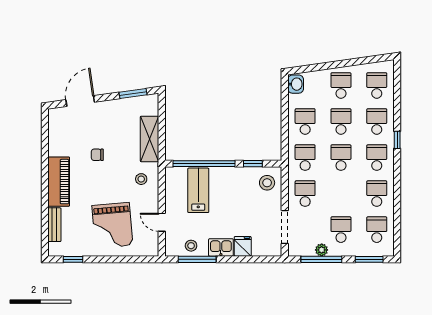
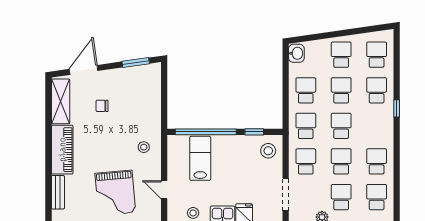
shelving: (150, 139) -> (61, 101), moved
chair: (97, 155) -> (102, 106), moved
school desk: (377, 158) -> (341, 161), moved

